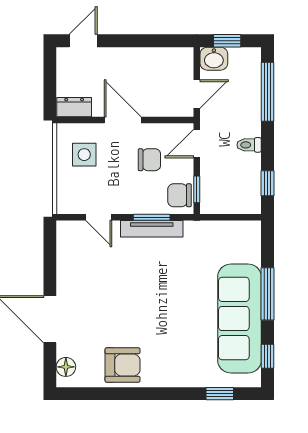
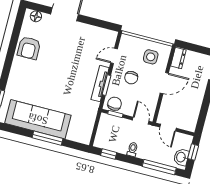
washbasin: (214, 59) -> (181, 157), moved
chair: (149, 160) -> (131, 78), moved
window: (268, 356) -> (13, 129), removed

